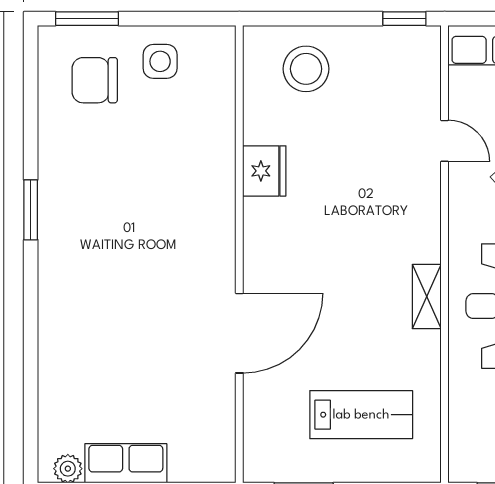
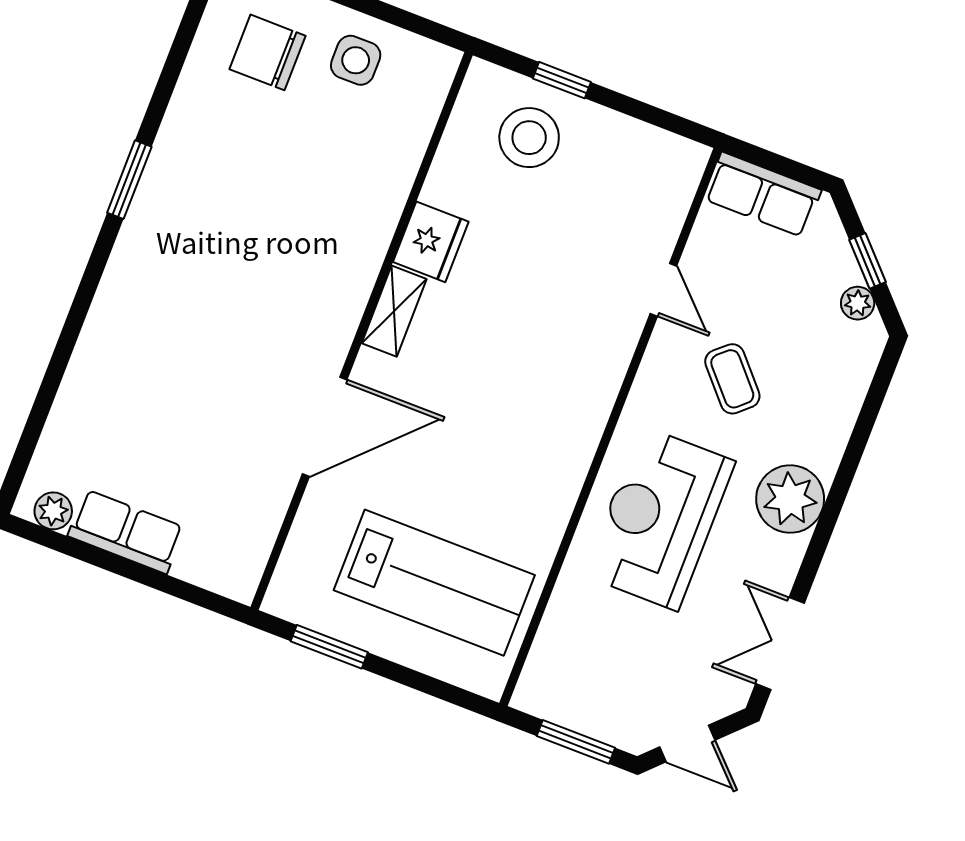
window: (404, 19) -> (562, 80), moved
shelving: (427, 297) -> (394, 311), moved
lab bench: (361, 415) -> (434, 583), width x1.36, depth x1.39

